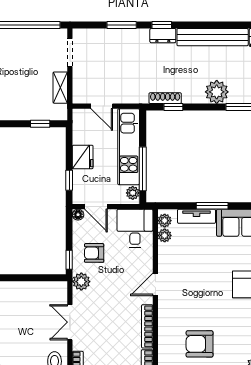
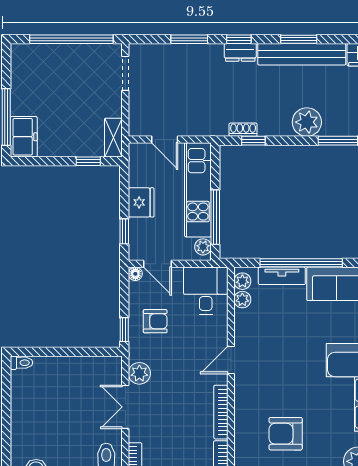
window: (210, 25) -> (299, 39), added
shelving: (60, 88) -> (113, 138), moved
shoe rack: (165, 98) -> (243, 130), width x0.70
window: (212, 206) -> (301, 263), width x2.11
armchair: (94, 253) -> (155, 321), turned 180
plant: (81, 282) -> (139, 373), moved

